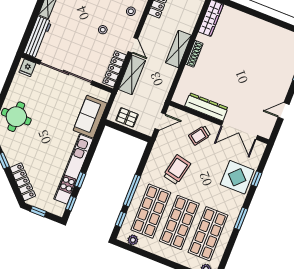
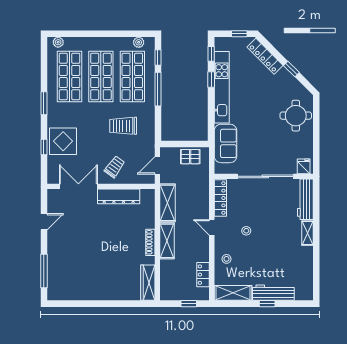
shelving: (132, 75) -> (167, 203), moved
trolley: (177, 170) -> (123, 126), turned 78

